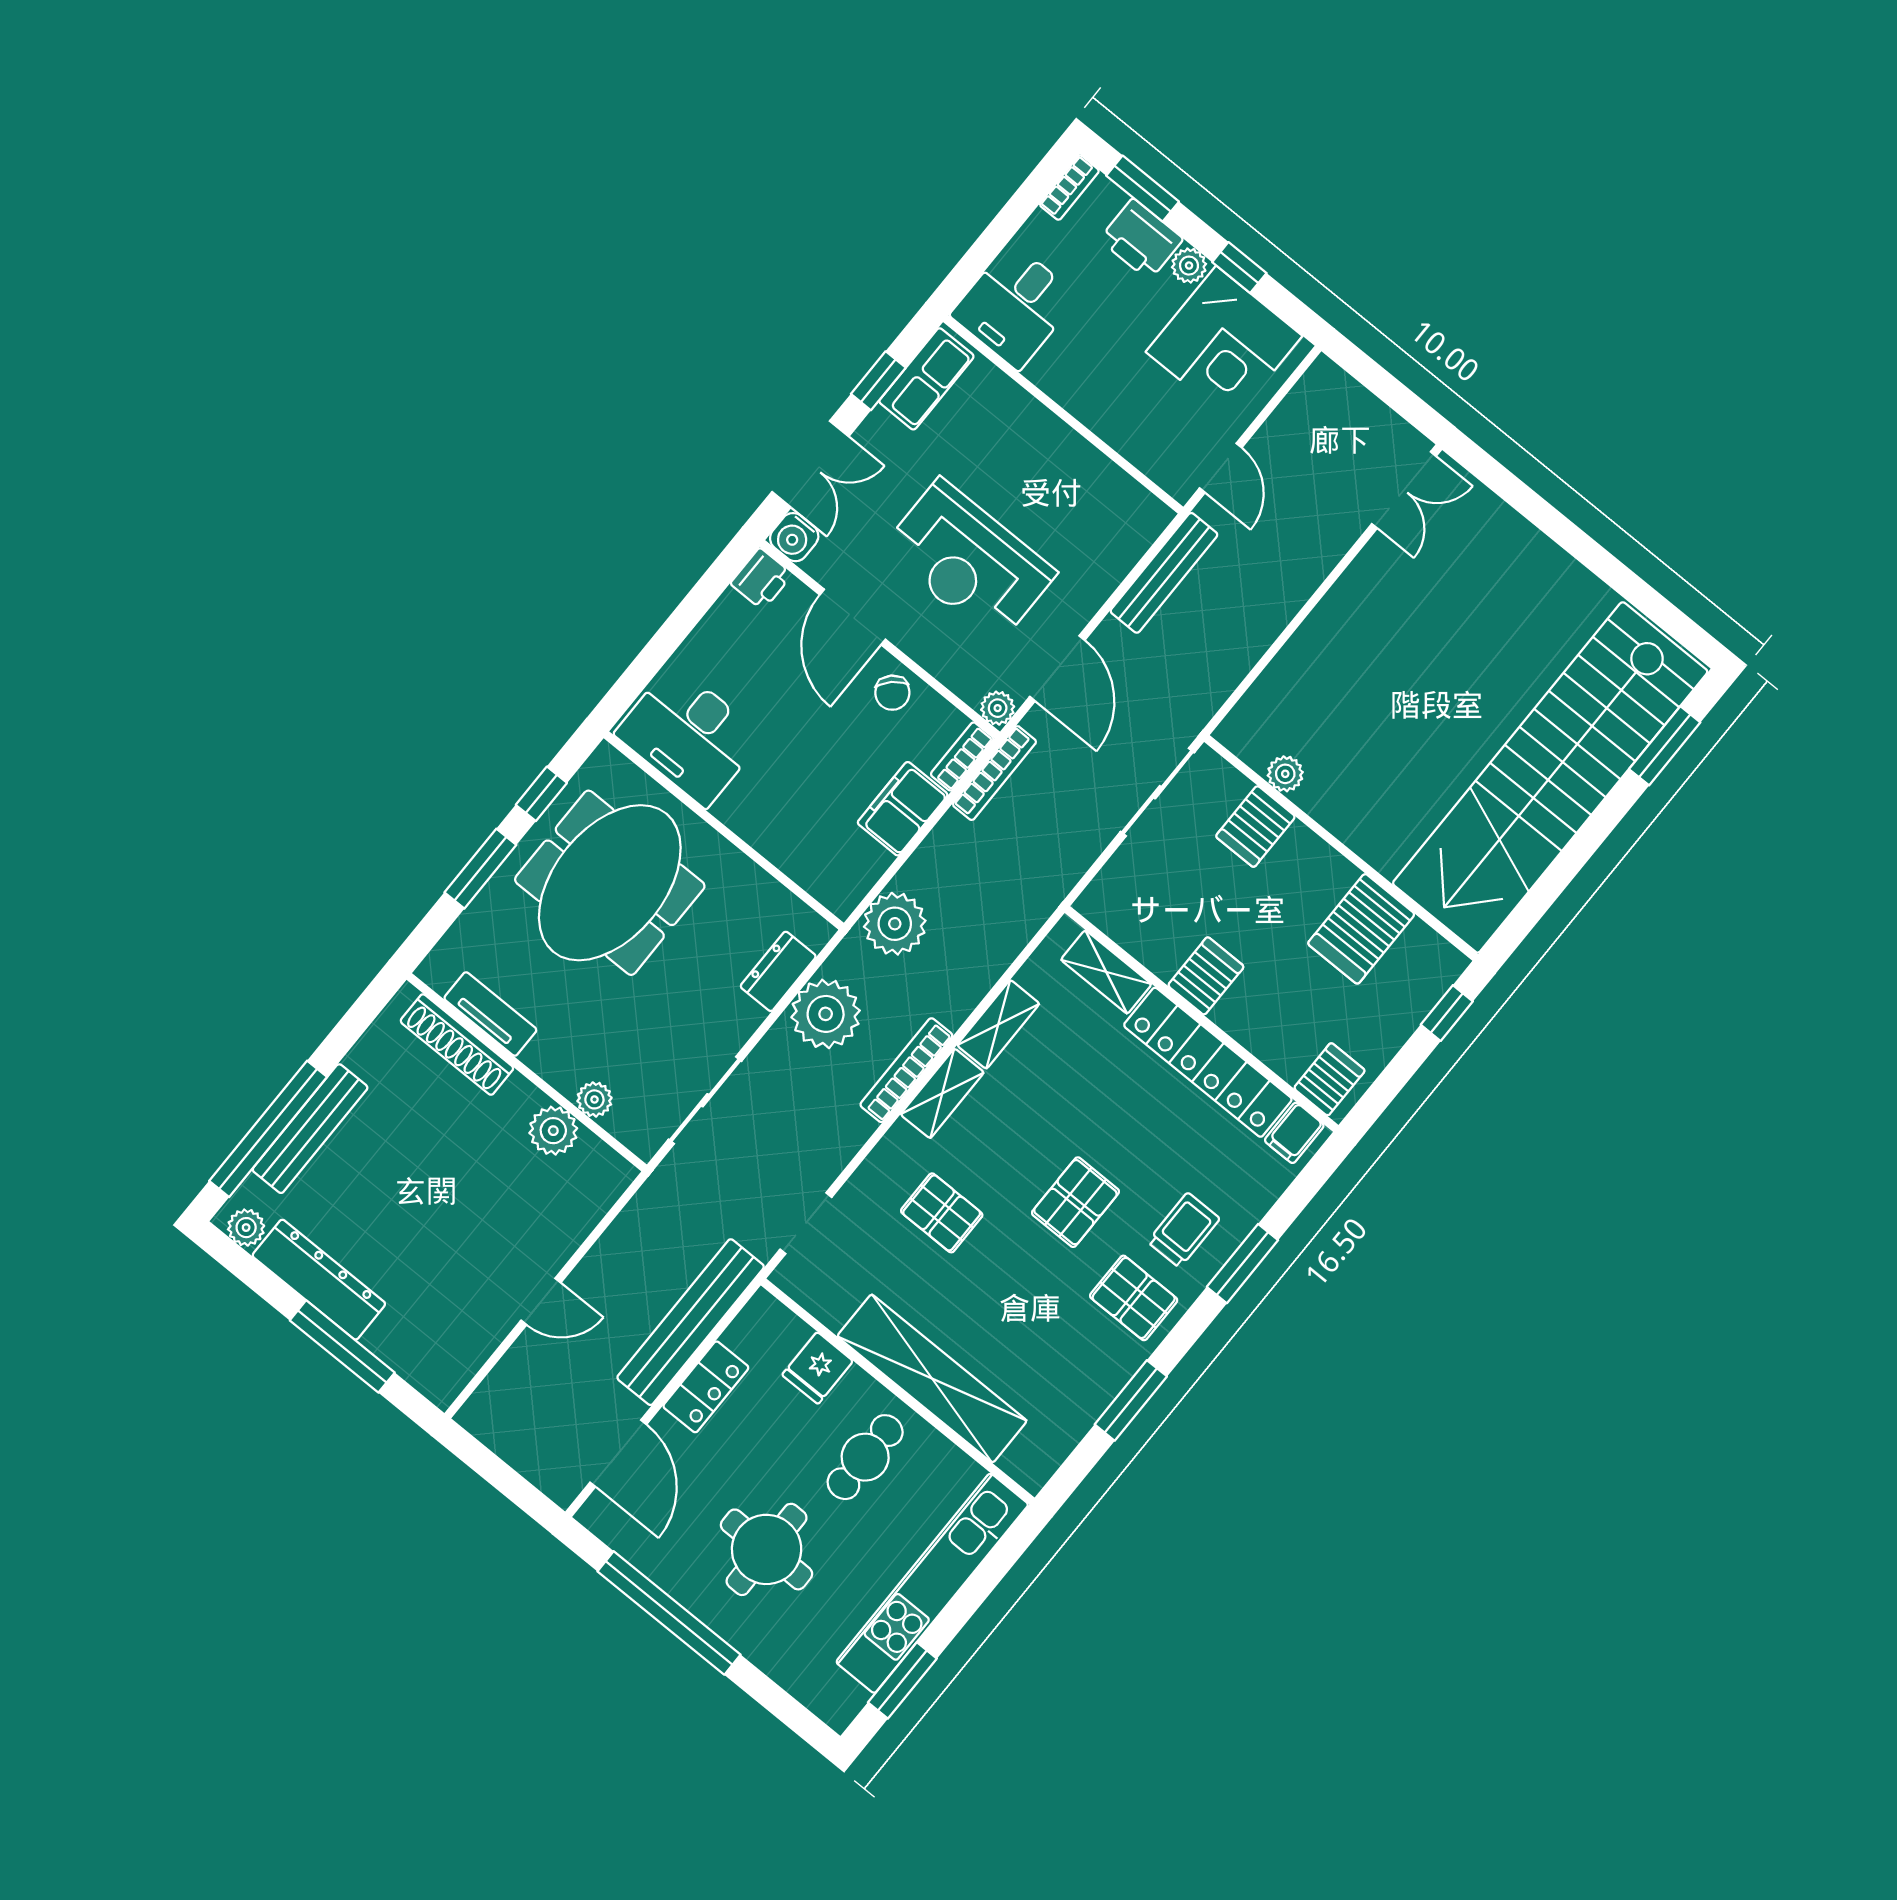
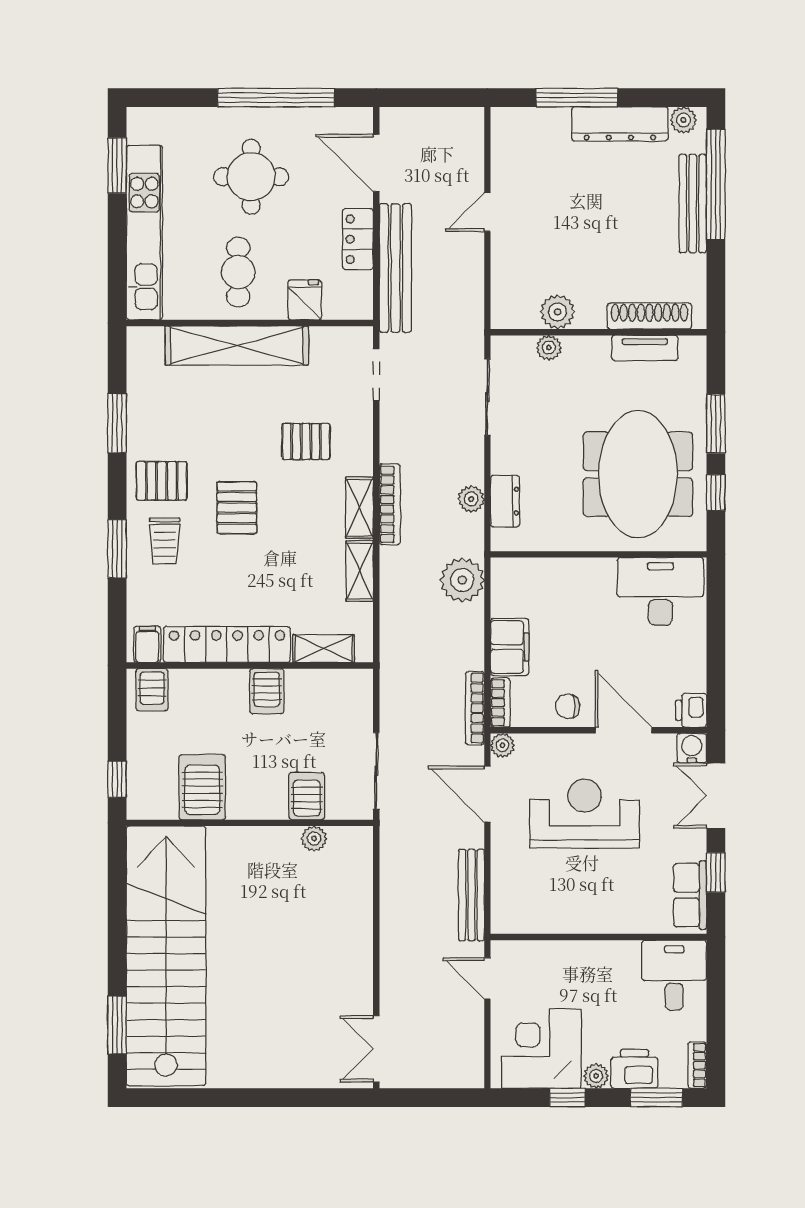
chair: (892, 693) -> (567, 706), turned -46
plant: (826, 1014) -> (471, 499), width x0.53, depth x0.53

